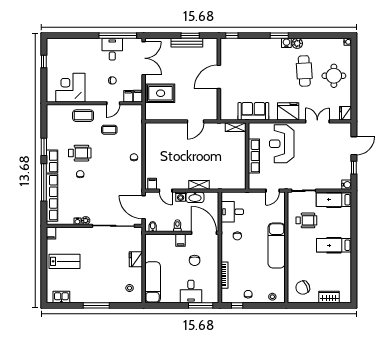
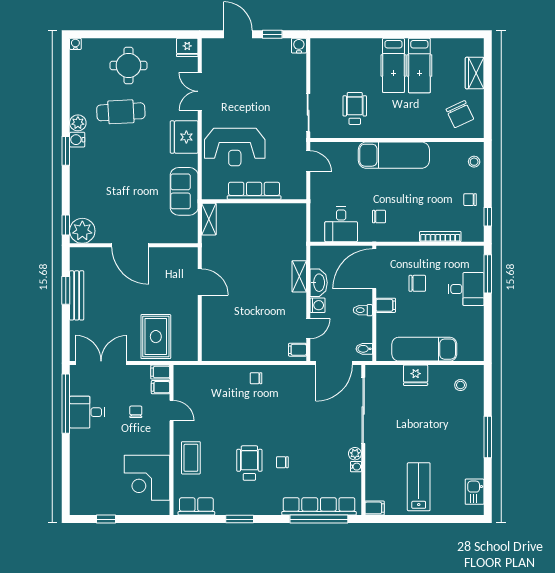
plant: (228, 46) -> (82, 231), added
coffee table: (109, 130) -> (213, 417), removed
row of seats: (52, 161) -> (196, 506), moved
window: (44, 182) -> (319, 519), moved
hospital bed: (334, 200) -> (419, 66), moved
exam couch: (153, 282) -> (424, 349), moved

